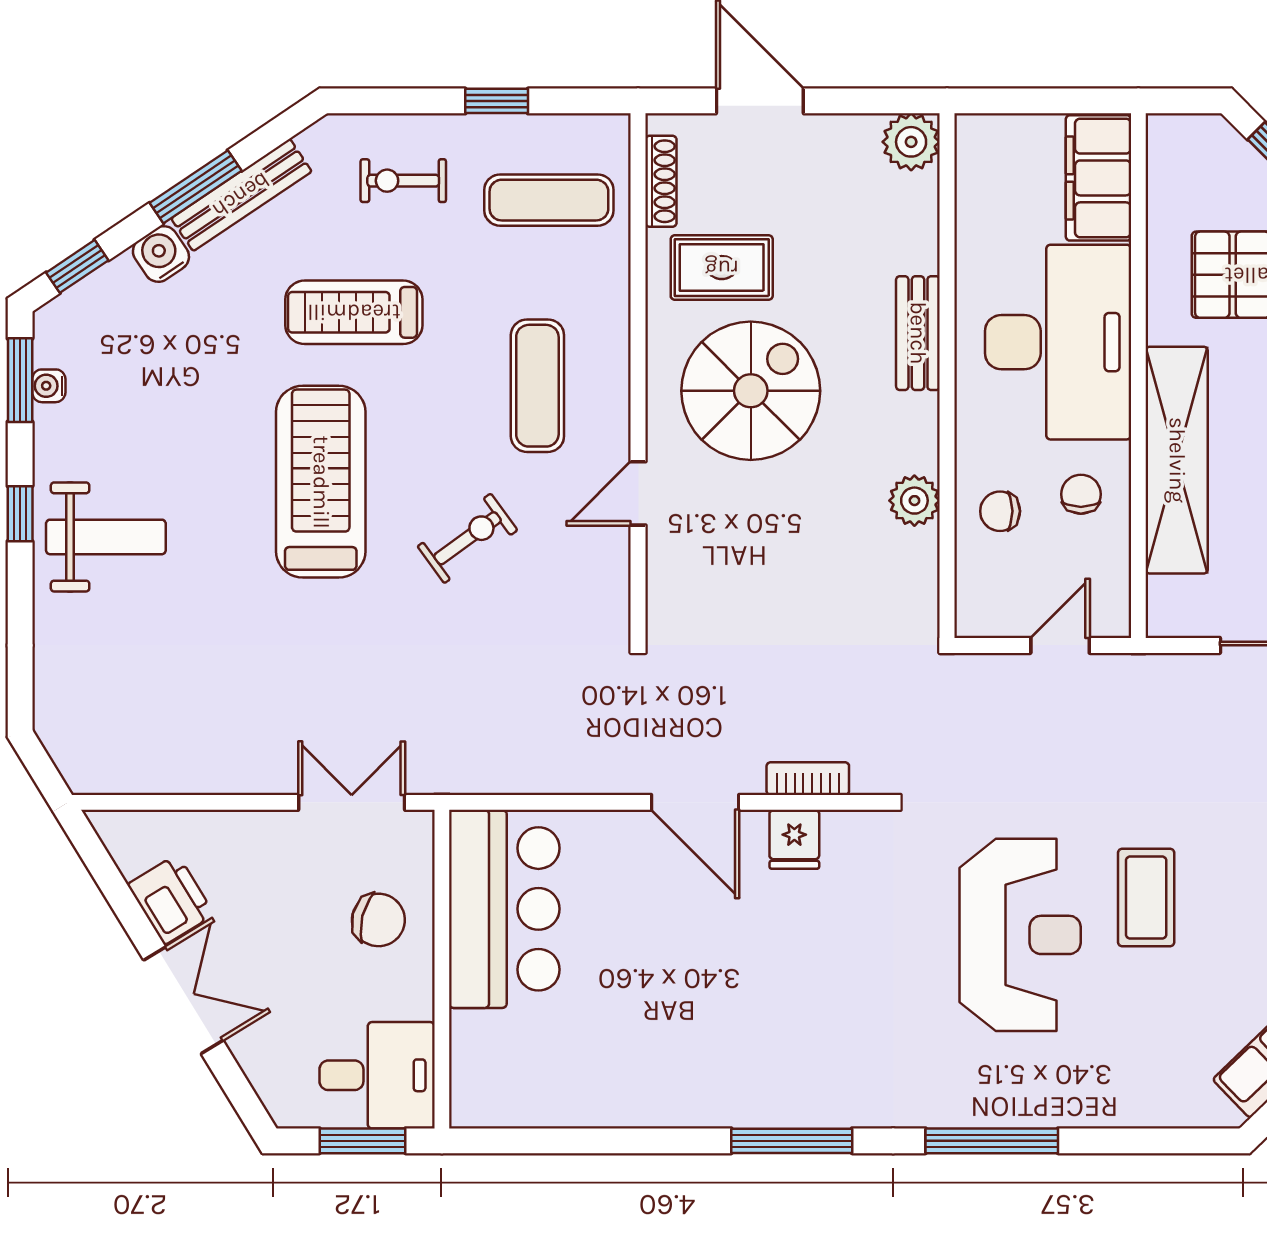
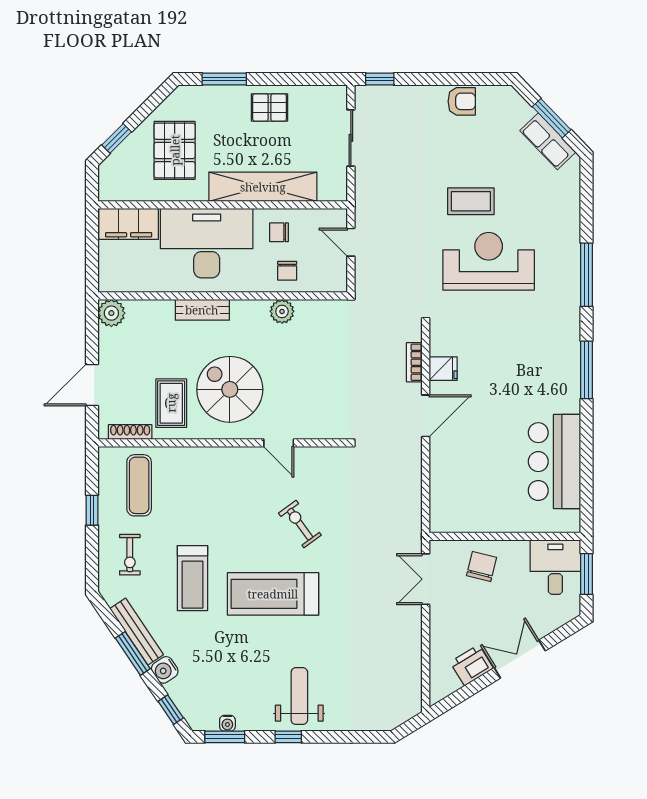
exercise mat: (537, 386) -> (227, 491), removed
bar counter: (504, 909) -> (555, 462), moved, turned -90

